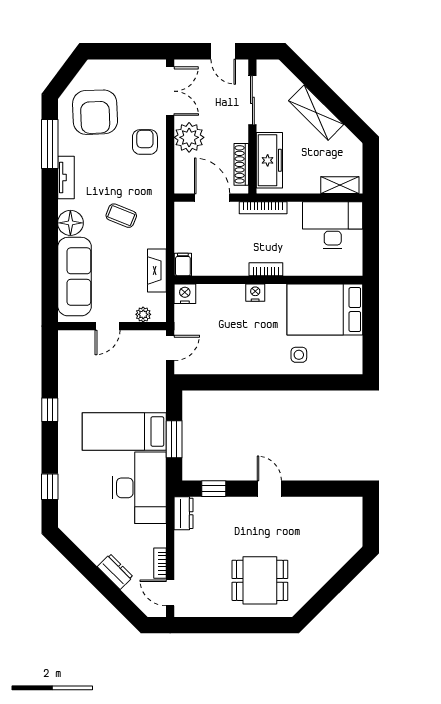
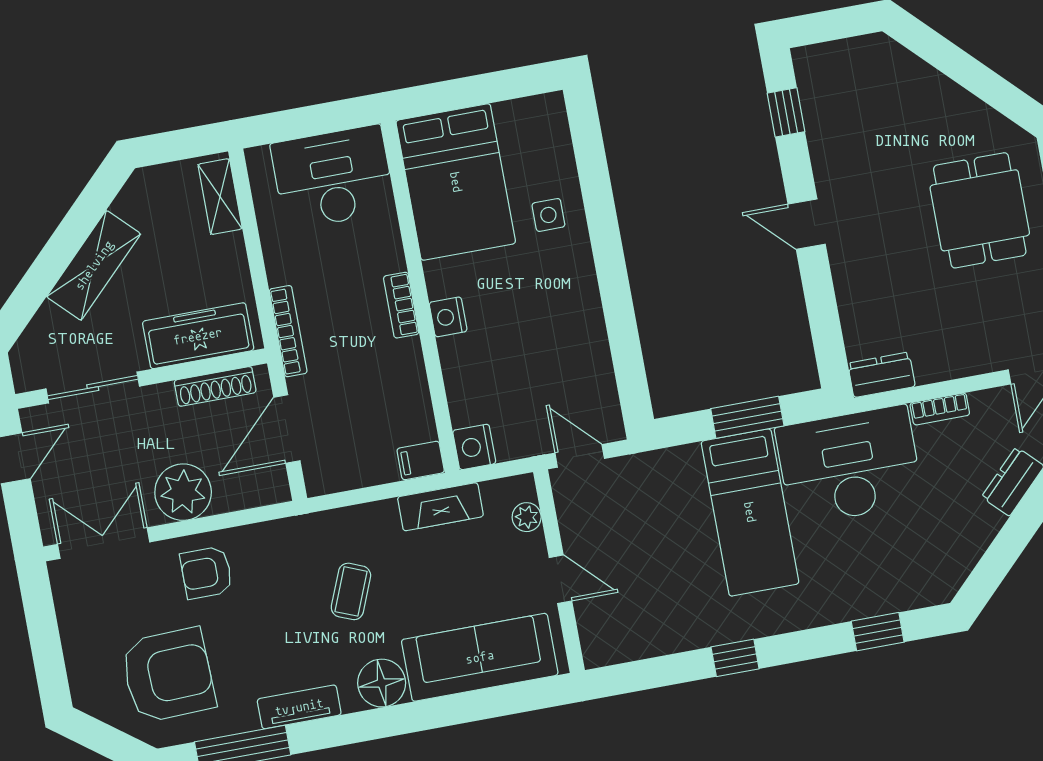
desk: (333, 225) -> (333, 177), moved, turned 90
window: (214, 489) -> (786, 112), moved
door: (269, 489) -> (807, 224), hinge flipped
bookcase: (160, 563) -> (940, 409), moved

